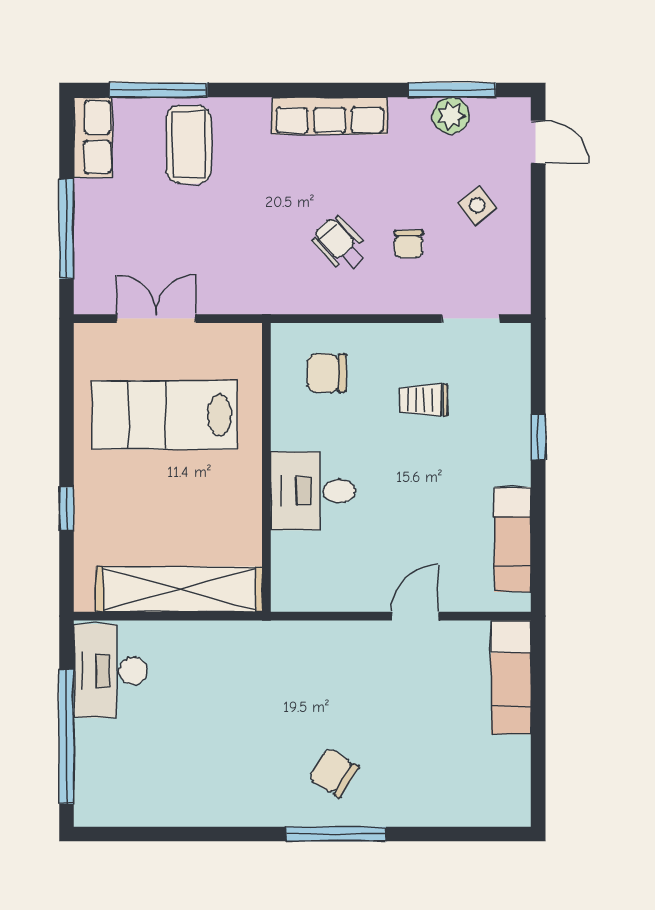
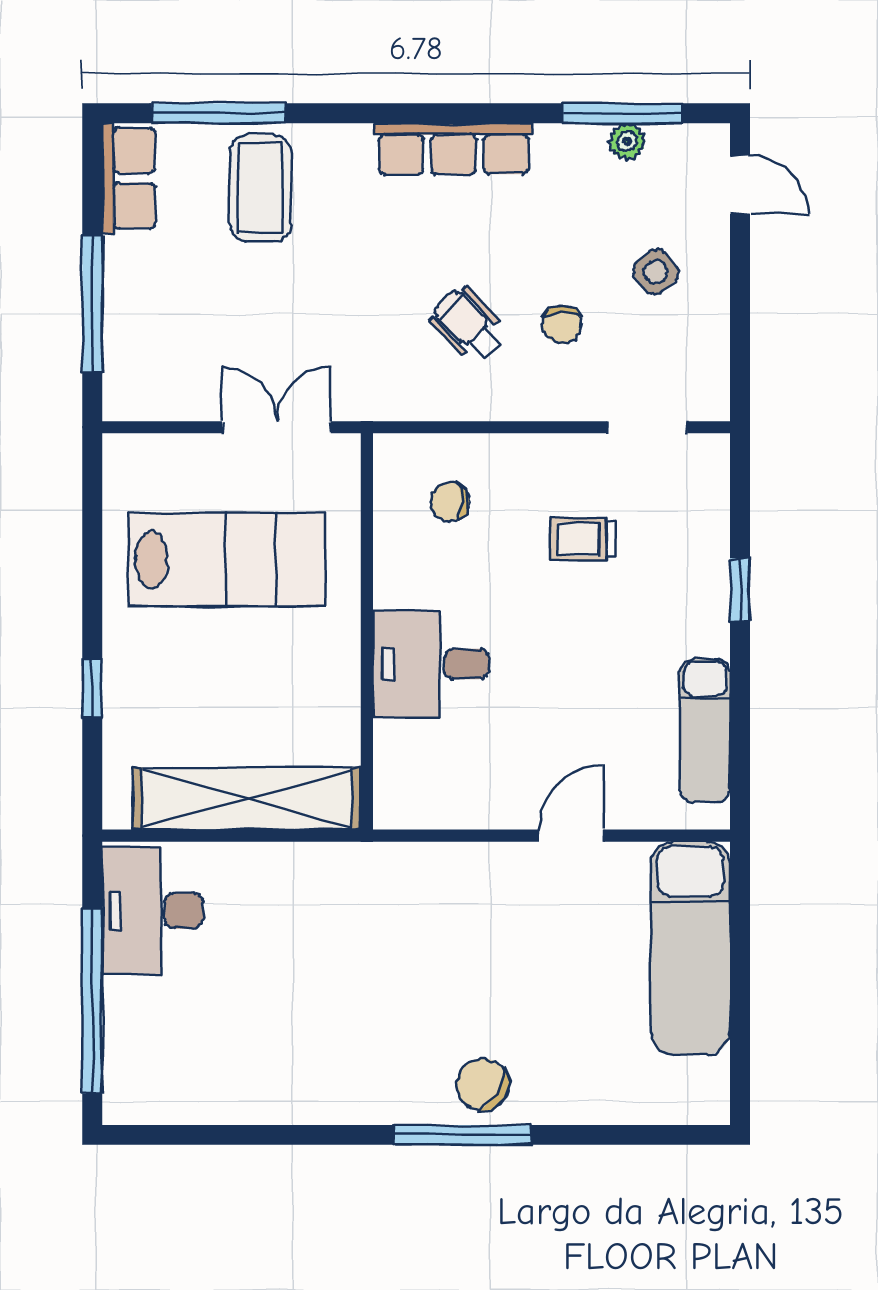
plant: (451, 116) -> (627, 141), width x0.73, depth x0.73
double door: (156, 319) -> (276, 427), moved
chair: (327, 373) -> (450, 502), width x0.73, depth x0.73
lab bench: (165, 415) -> (227, 559), turned 180
exam couch: (511, 677) -> (690, 948), width x1.36, depth x1.45
chair: (334, 773) -> (483, 1084), moved

